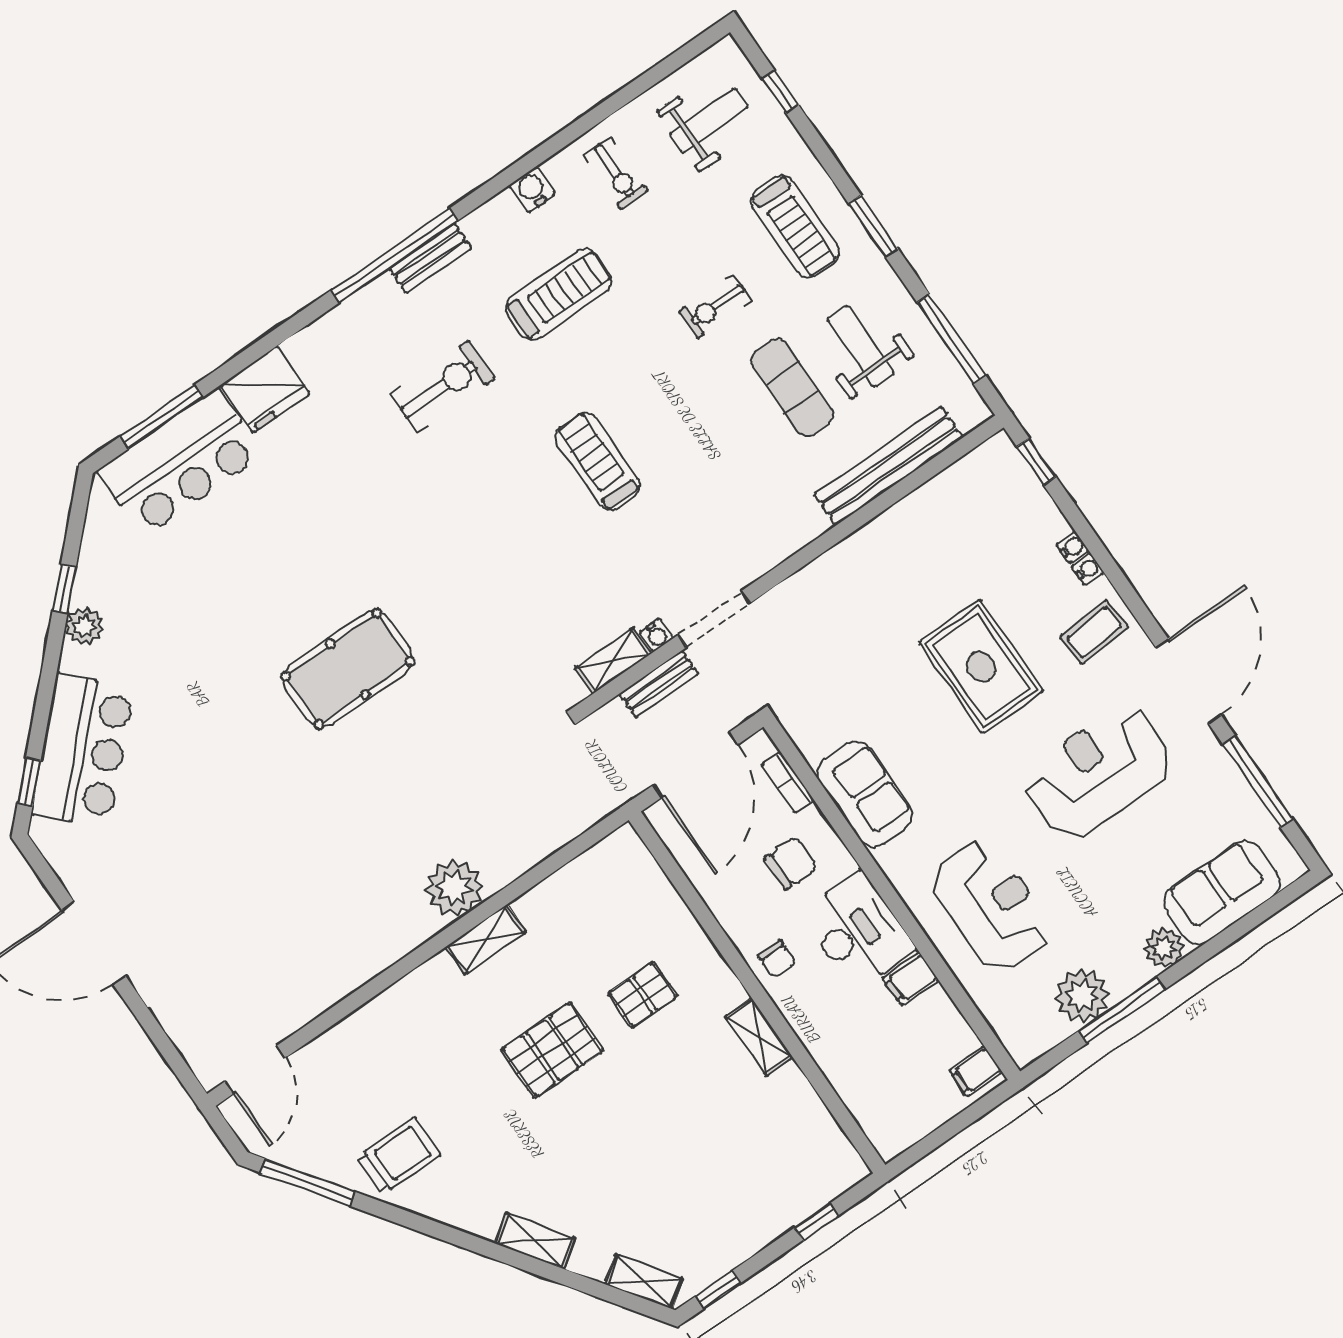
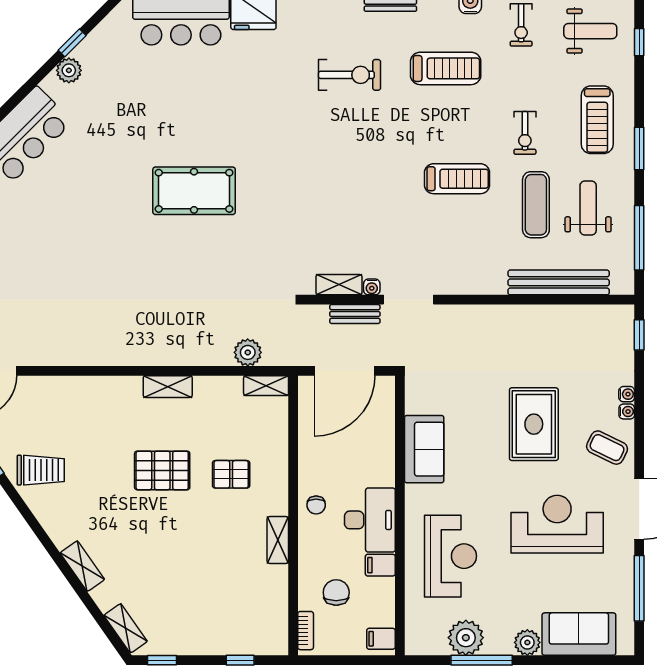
exercise bike: (715, 306) -> (525, 133), turned -90
treadmill: (597, 461) -> (457, 179), moved, turned 90
coffee table: (1094, 632) -> (607, 448), turned 30
bookcase: (788, 782) -> (306, 631), moved, turned 180
shelving: (609, 852) -> (266, 386), added
chair: (791, 863) -> (336, 592), moved, turned -90
plant: (454, 888) -> (248, 352), moved, width x0.73, depth x0.73

